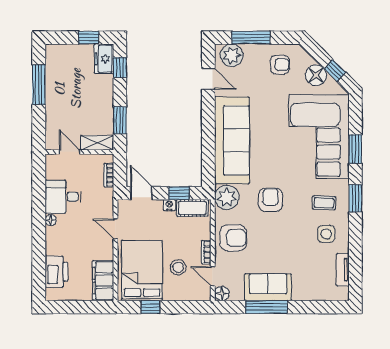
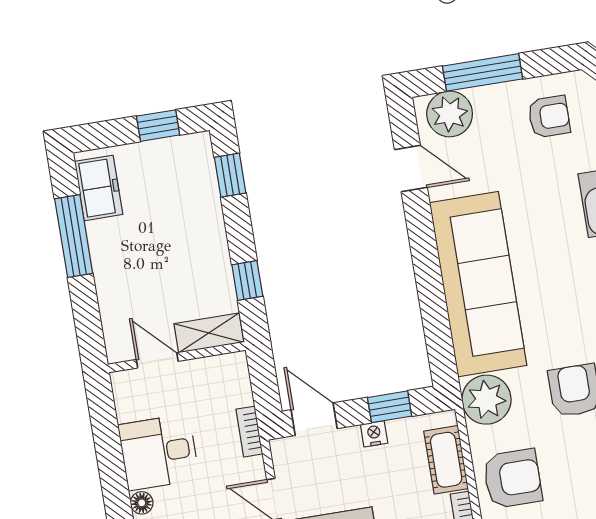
freezer: (104, 59) -> (99, 188), moved, turned 180
window: (120, 120) -> (247, 281), width x0.67
bookcase: (109, 175) -> (249, 432), moved
cot: (192, 208) -> (446, 460), moved, turned 90

